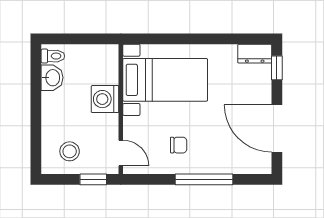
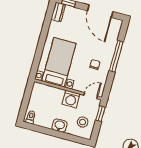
washbasin: (52, 78) -> (60, 125), moved
washing machine: (105, 99) -> (71, 99), moved
door: (277, 129) -> (100, 11), hinge flipped

